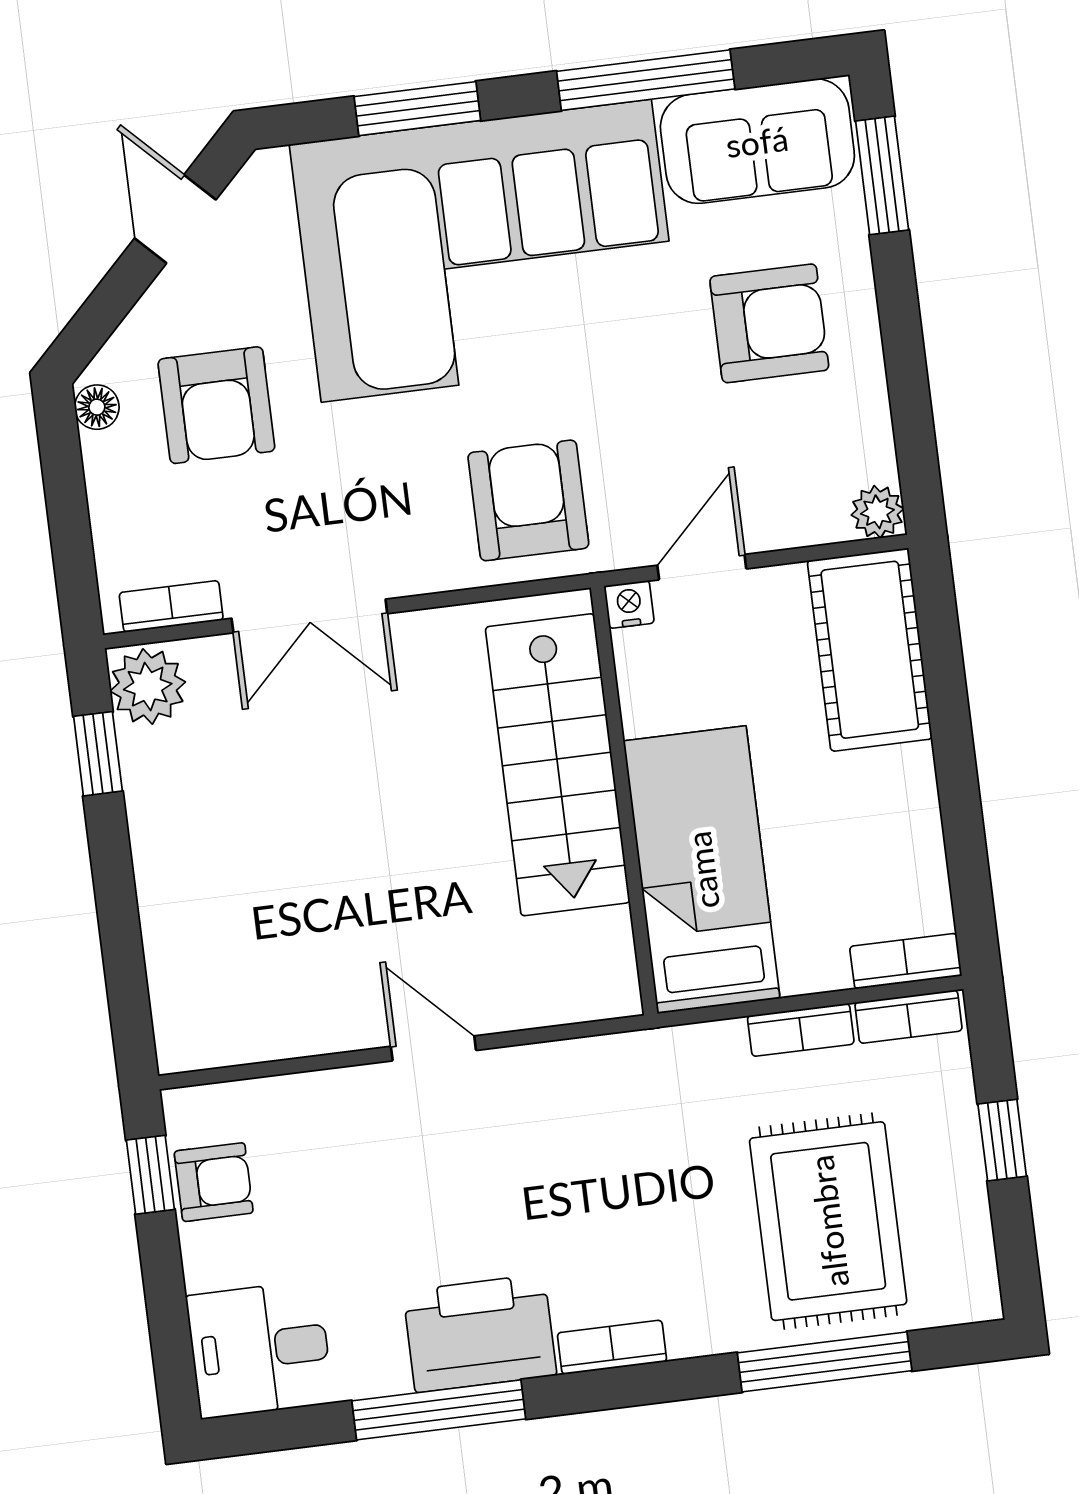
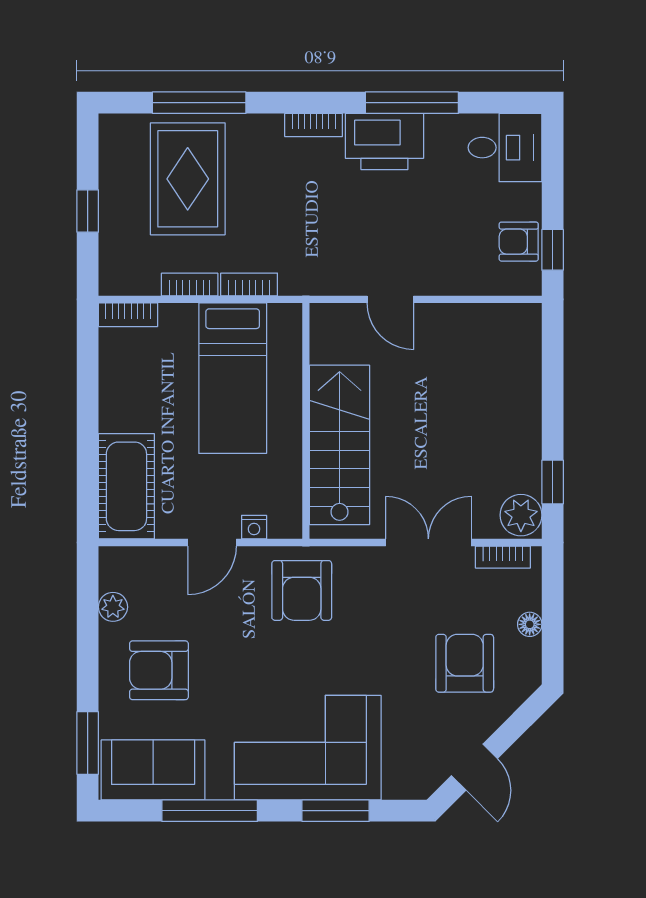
corner sofa: (486, 251) -> (308, 748), width x0.73, depth x0.74
floor lamp: (97, 407) -> (530, 624), moved
plant: (877, 512) -> (113, 607), moved
stairs: (558, 765) -> (340, 445), moved
wall: (624, 801) -> (306, 421), moved
bookcase: (908, 1017) -> (249, 284), moved

